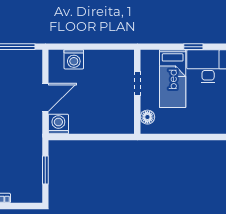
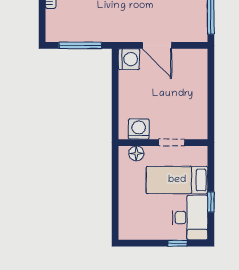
washing machine: (74, 59) -> (139, 129), moved, turned 90
window: (45, 170) -> (80, 45), width x1.44

